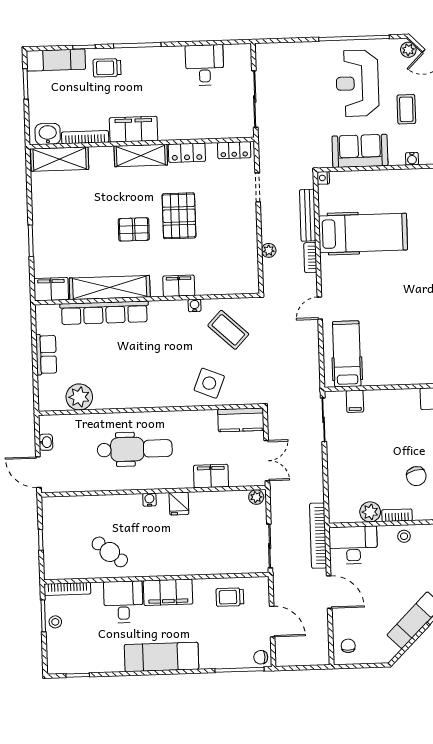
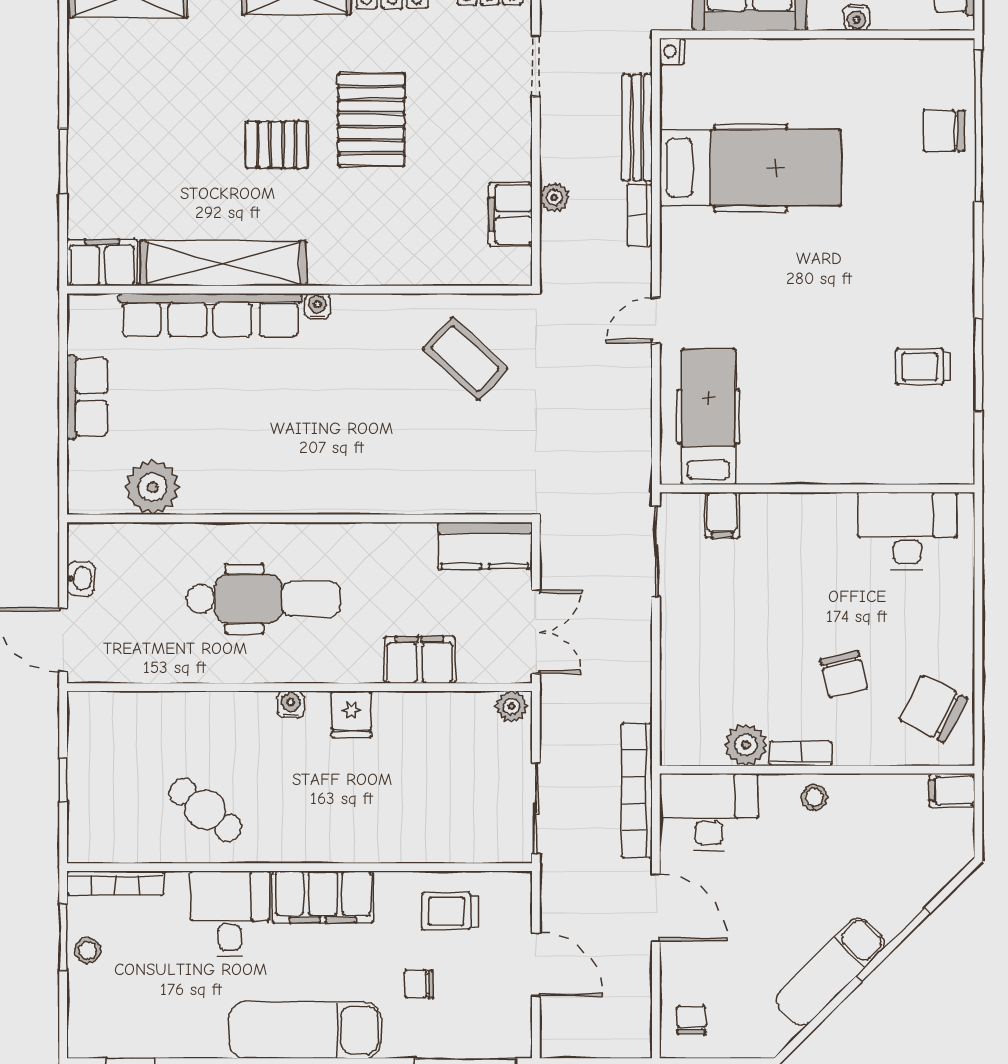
filing cabinet: (179, 286) -> (511, 214), moved, turned -90
water cooler: (195, 305) -> (317, 306), moved
side table: (209, 383) -> (422, 468), removed
chair: (261, 657) -> (419, 984), moved

